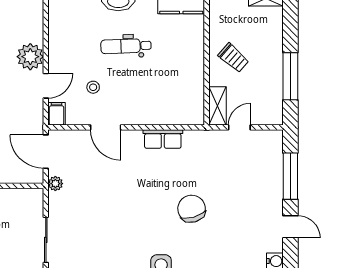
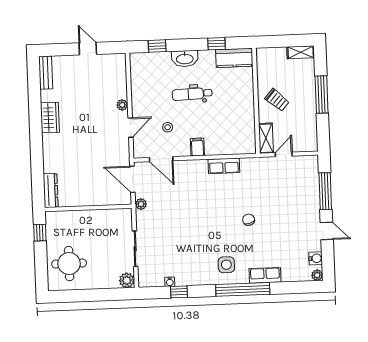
plant: (30, 57) -> (122, 105), width x0.53, depth x0.53
window: (290, 76) -> (322, 94), moved
filing cabinet: (57, 114) -> (197, 147), moved
door: (106, 127) -> (161, 159), moved
chair: (192, 209) -> (249, 220), width x0.54, depth x0.54

